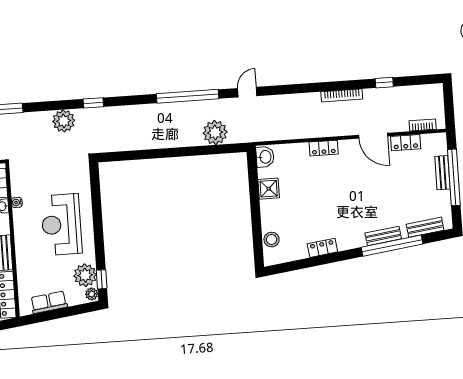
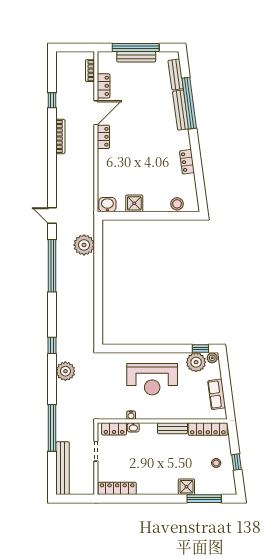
locker: (324, 148) -> (103, 137), moved
bench: (442, 173) -> (136, 57), width x1.36
bench: (383, 236) -> (181, 110), width x1.36

